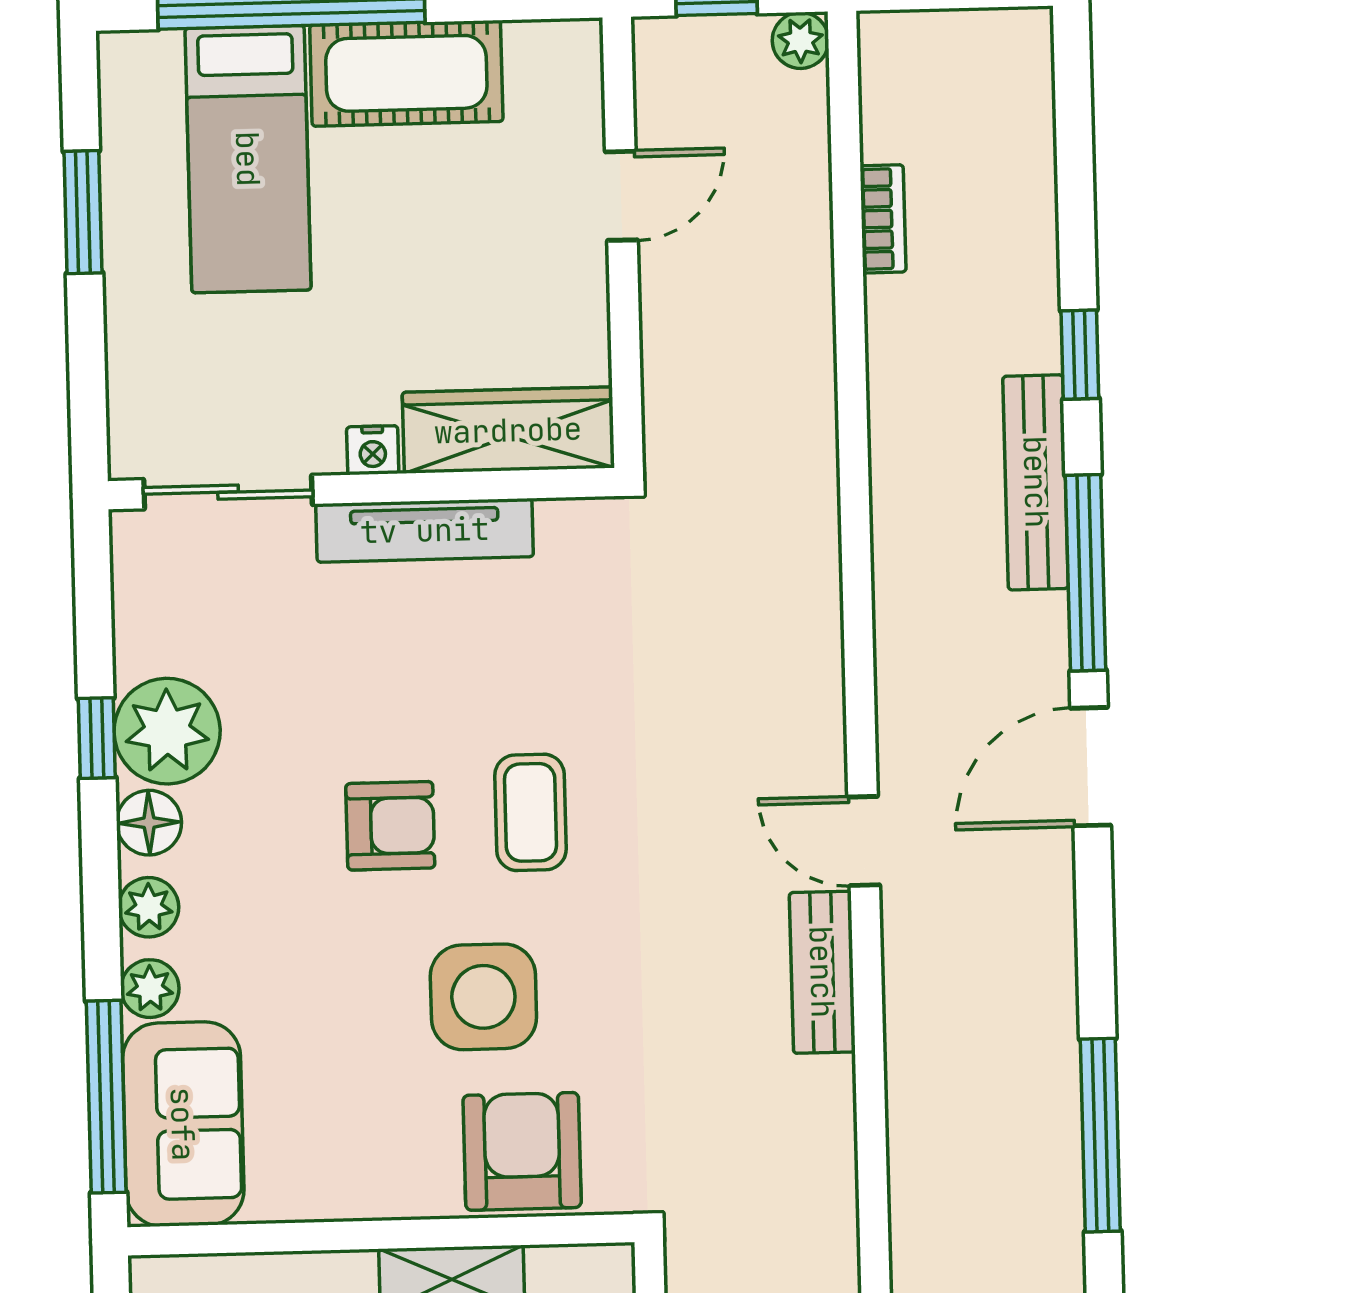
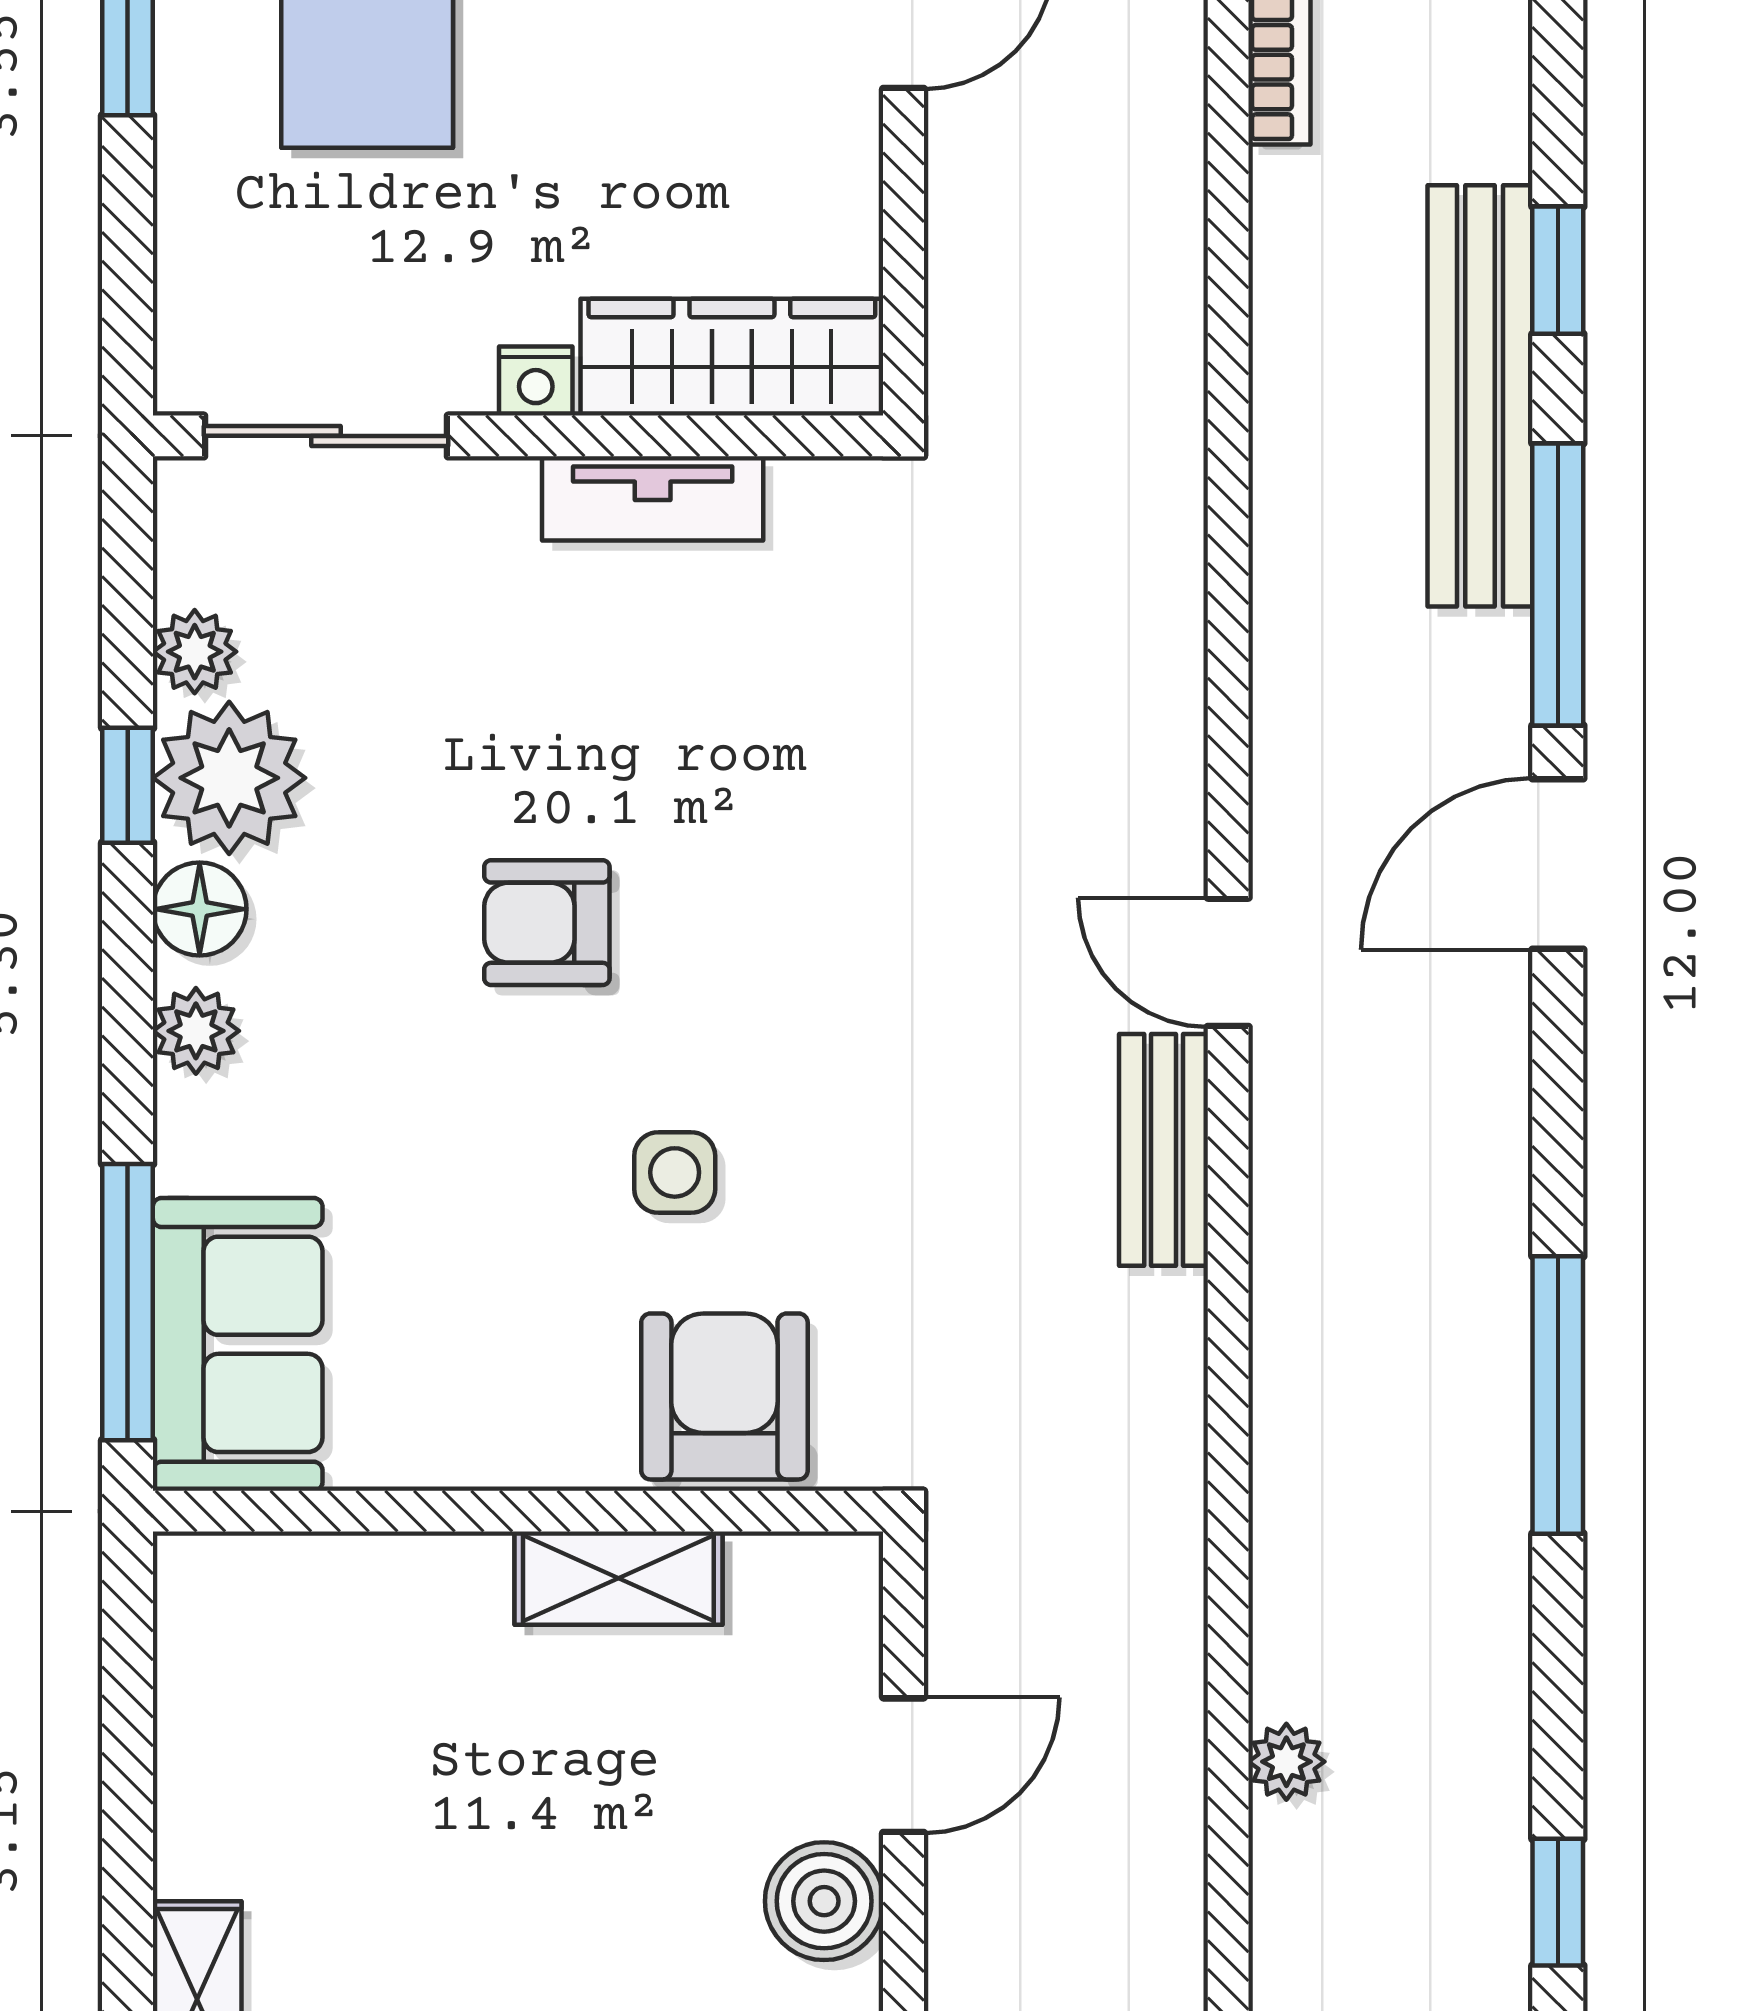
bench: (1036, 482) -> (1480, 396), width x1.37, depth x1.21
tv unit: (425, 530) -> (653, 498), width x0.71
coffee table: (530, 812) -> (749, 909), removed
armchair: (390, 826) -> (547, 923), turned 180
plant: (150, 989) -> (195, 652), moved
side table: (483, 997) -> (675, 1172), width x0.54, depth x0.54

